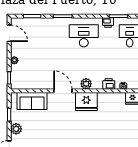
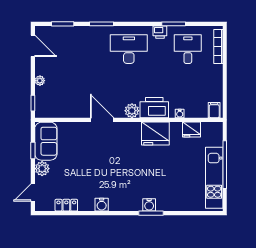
printer: (109, 84) -> (154, 108), width x1.87, depth x1.48
sofa: (32, 101) -> (46, 141), moved, turned -90
fridge: (86, 101) -> (155, 133), moved

